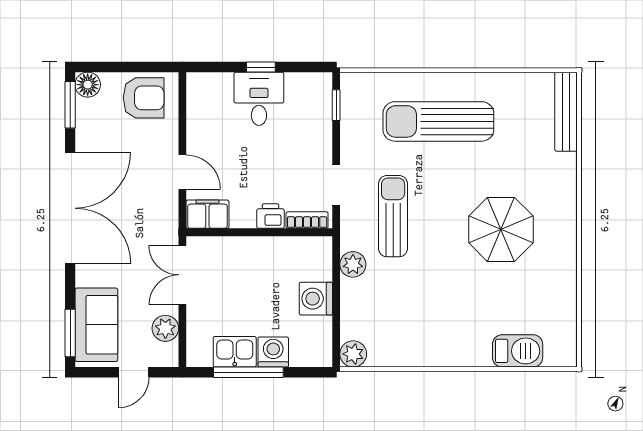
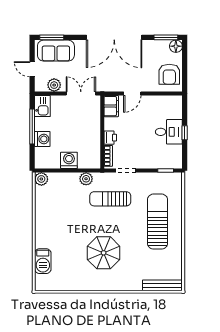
sun lounger: (393, 216) -> (110, 199), turned 180
kitchen sink: (235, 352) -> (42, 106), moved

